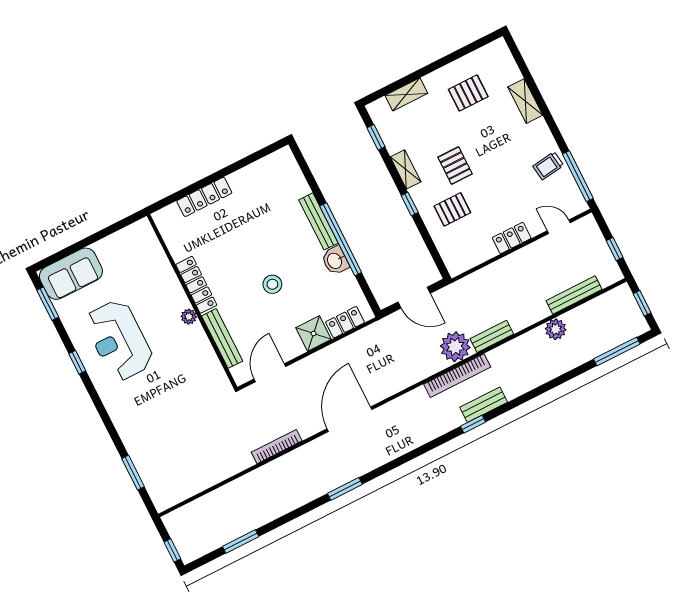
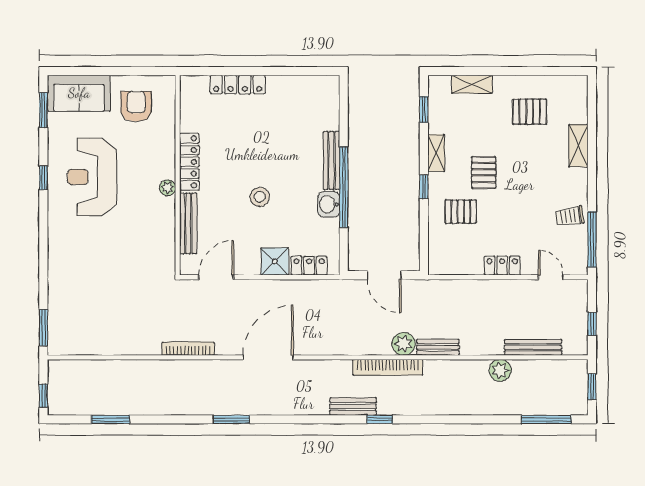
armchair: (126, 260) -> (136, 106), added
plant: (455, 347) -> (404, 344), width x0.73, depth x0.73
bench: (484, 405) -> (353, 406), moved
window: (133, 473) -> (43, 328), moved

